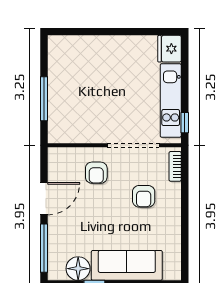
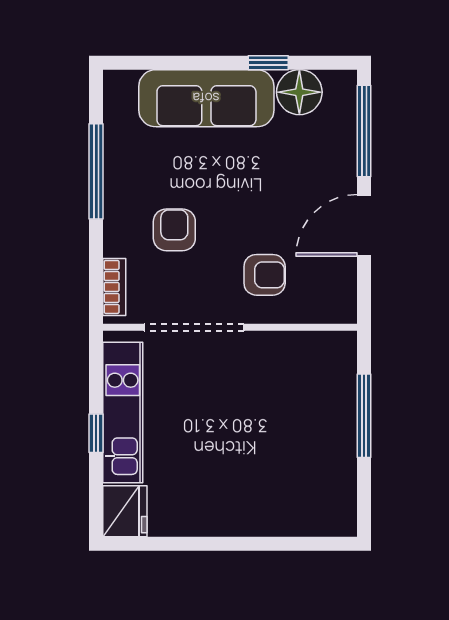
window: (185, 123) -> (96, 433), moved
armchair: (96, 173) -> (265, 275), turned 90
window: (185, 227) -> (96, 171), added

